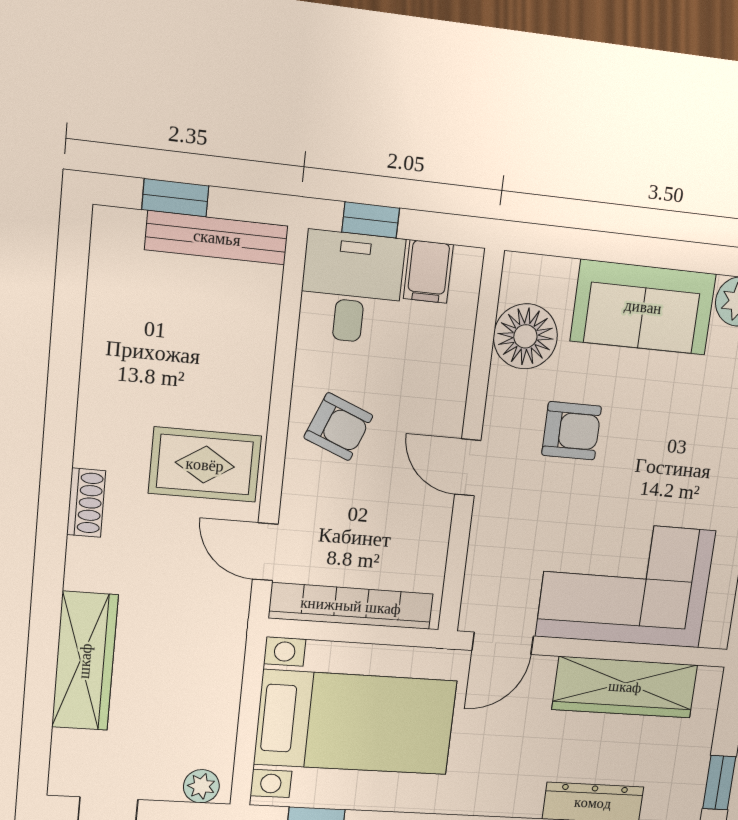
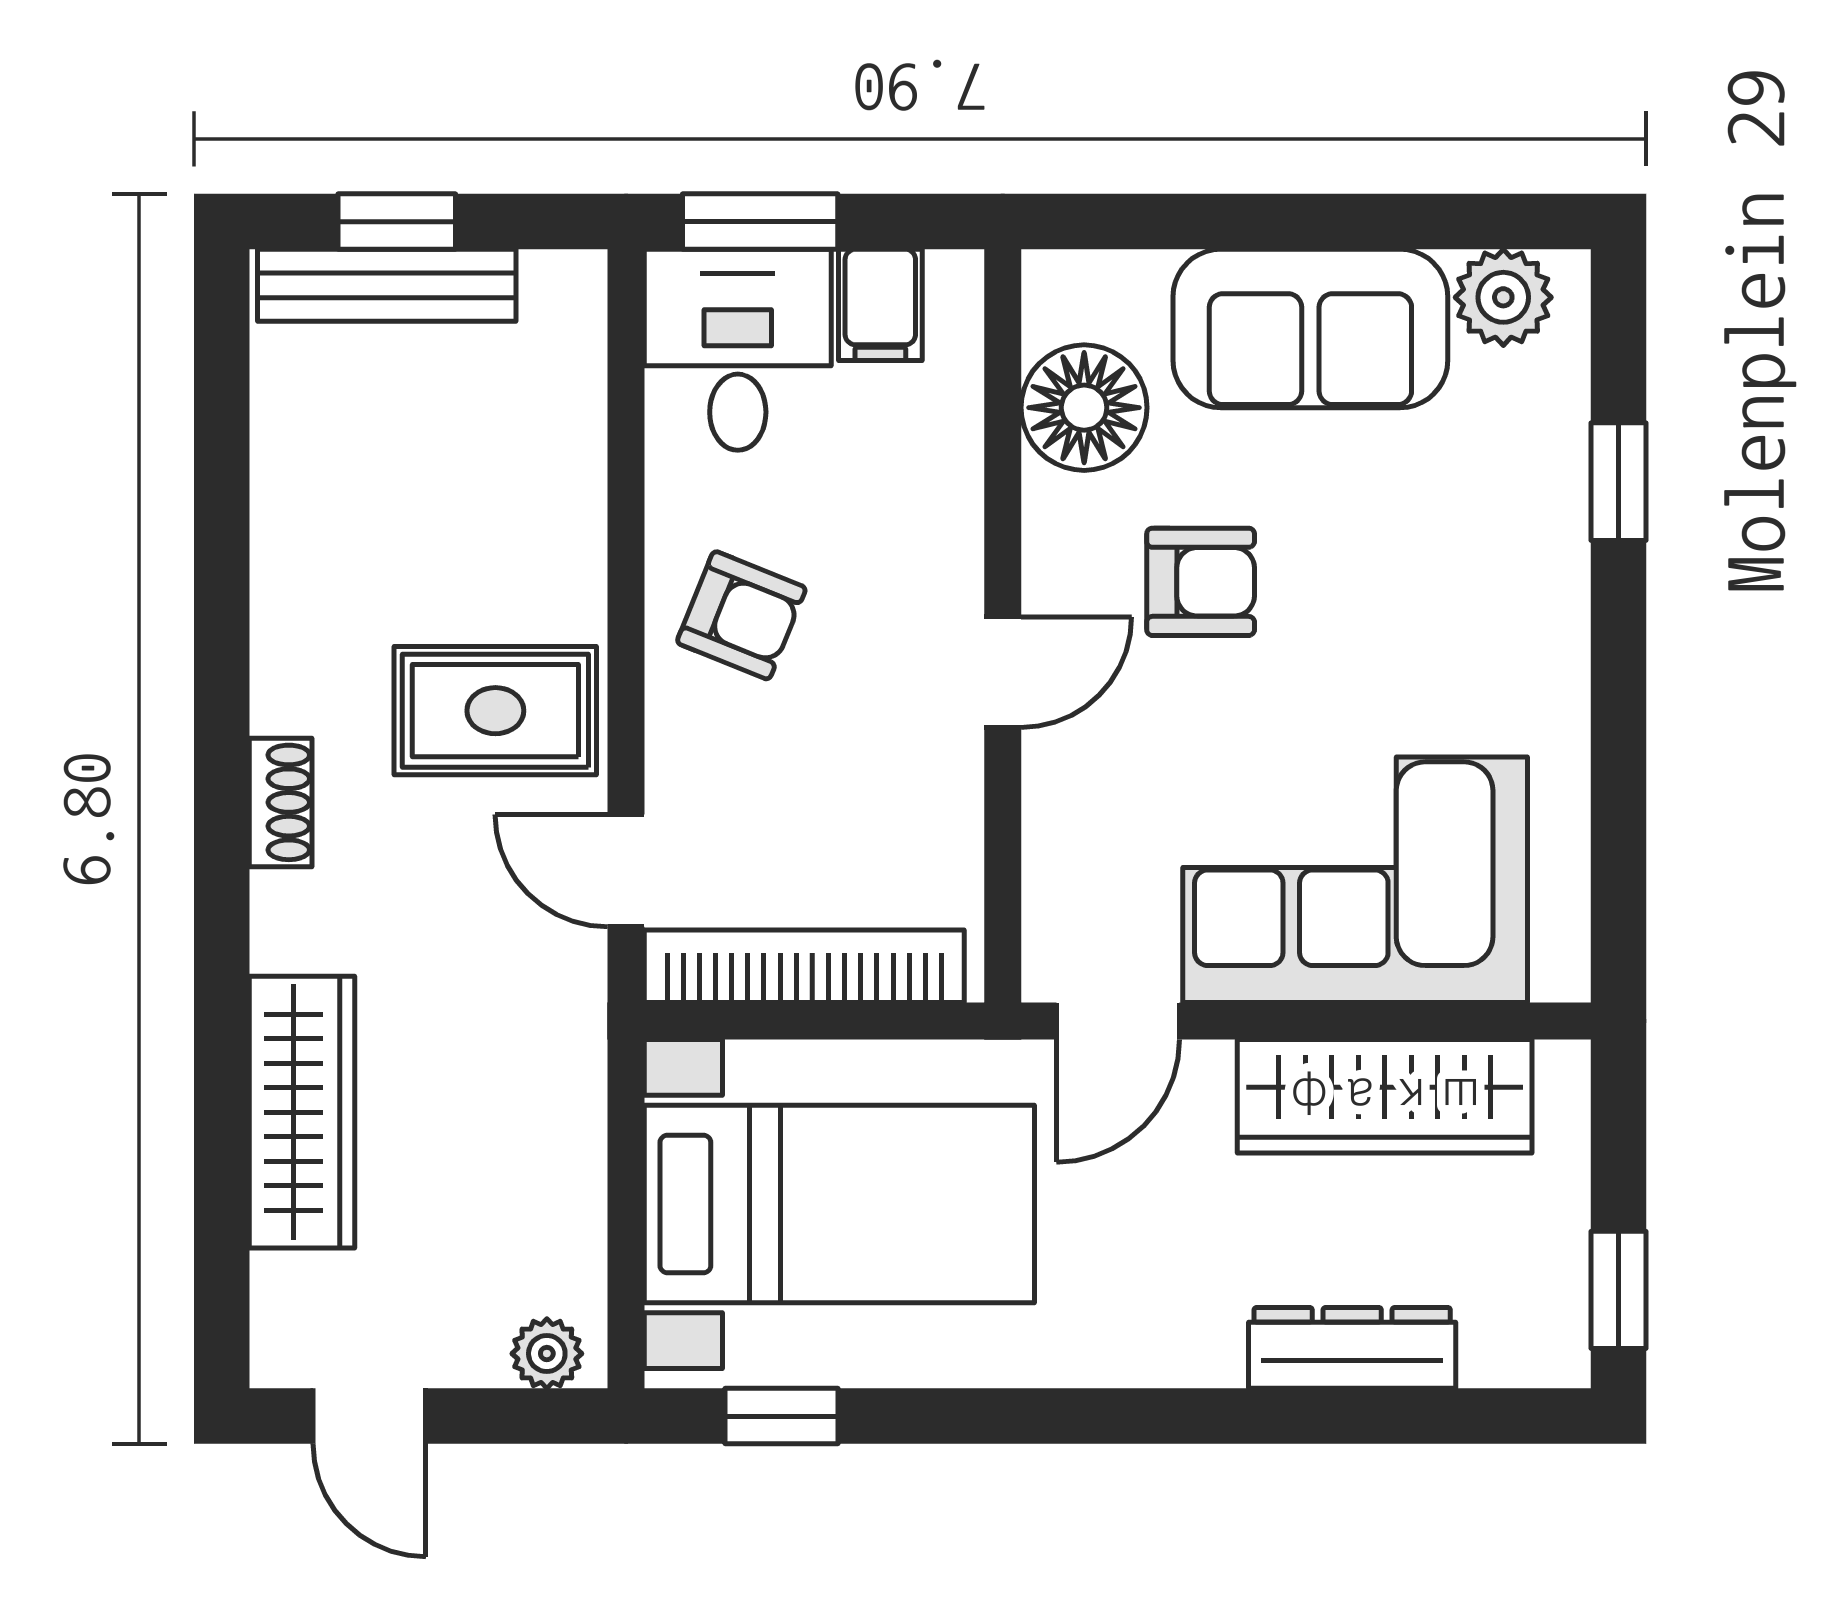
window: (371, 220) -> (760, 222), width x1.50
bench: (217, 238) -> (387, 285), moved
door: (468, 467) -> (1003, 672), swing flipped

